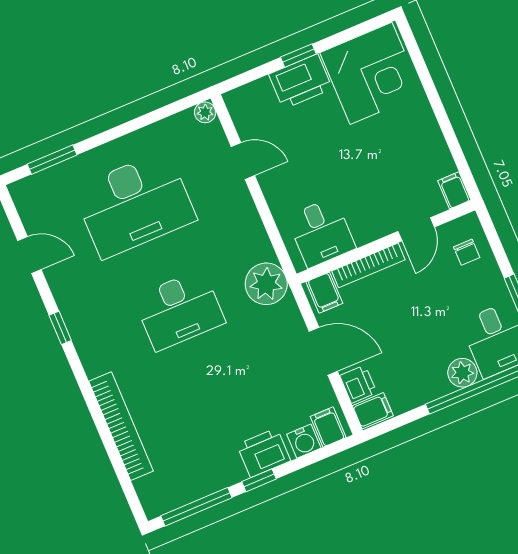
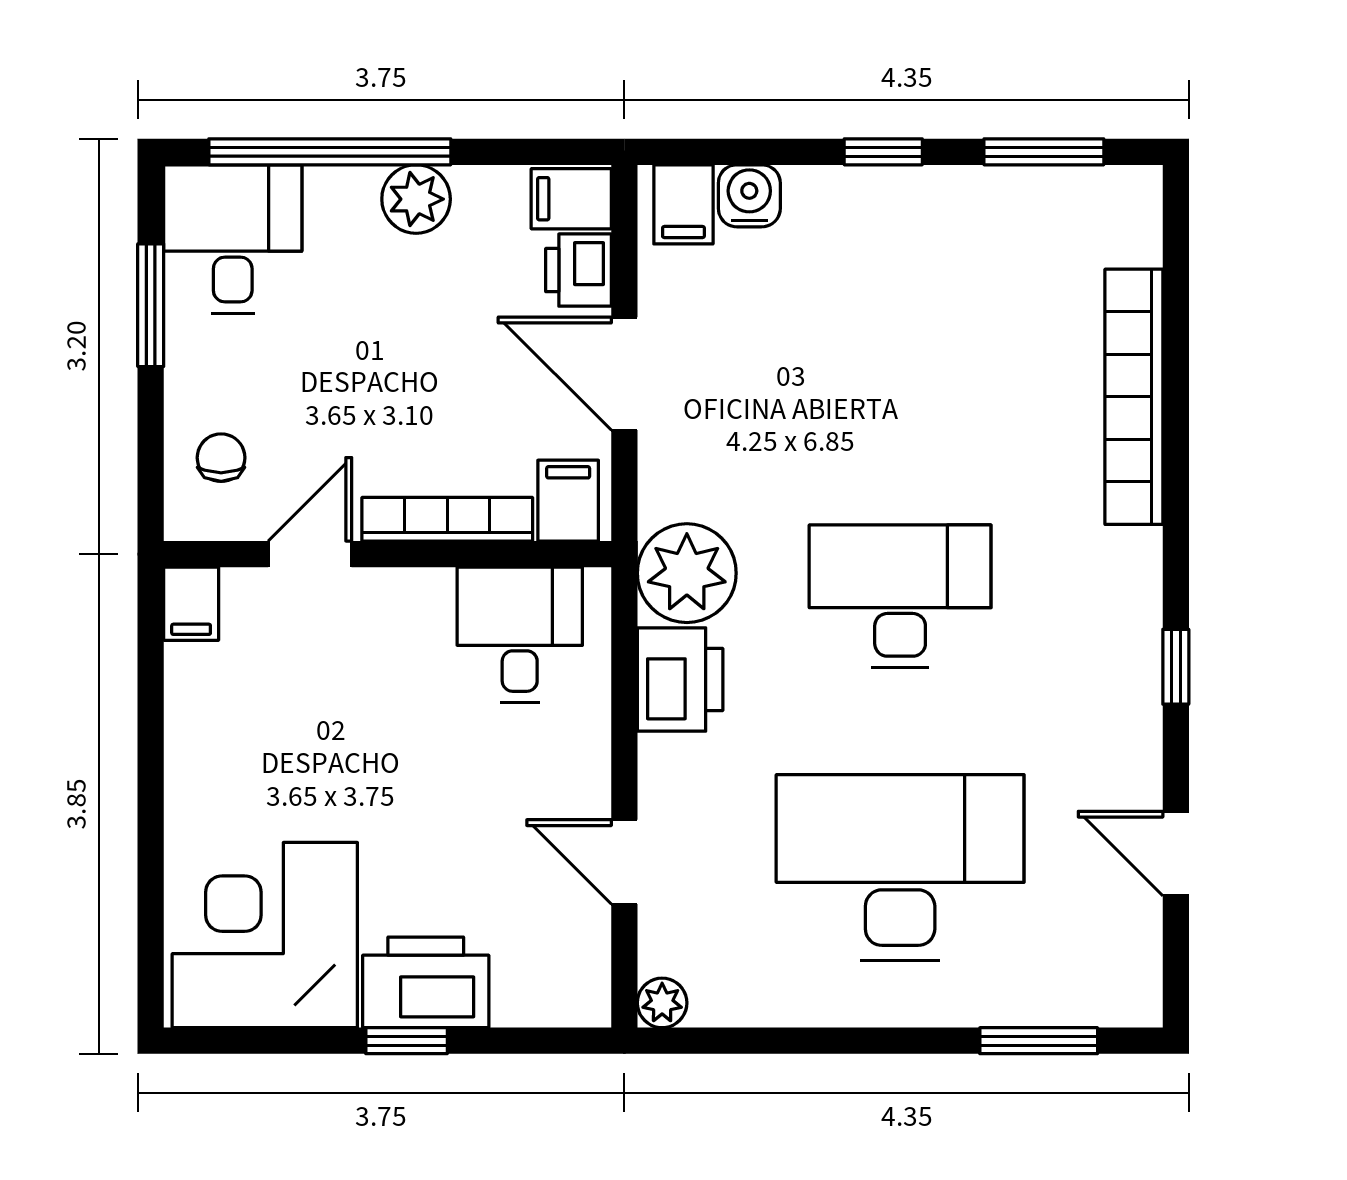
plant: (462, 373) -> (416, 199), moved
printer: (264, 453) -> (680, 680), moved, turned -90
window: (196, 507) -> (1044, 152), width x0.69

